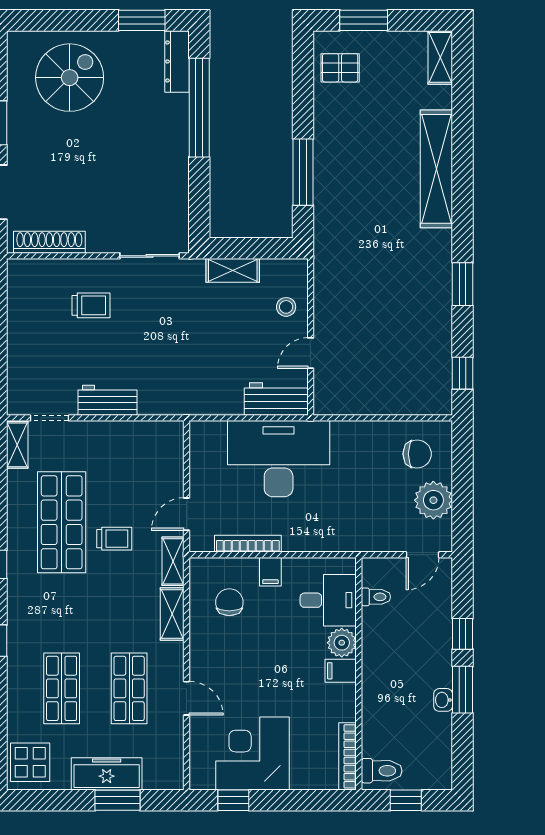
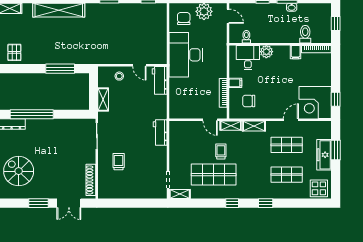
workbench: (107, 400) -> (160, 133), moved
desk: (279, 459) -> (186, 55), moved
filing cabinet: (341, 671) -> (296, 52), moved
corner desk: (253, 754) -> (315, 103), moved
toilet: (382, 771) -> (305, 34), moved

